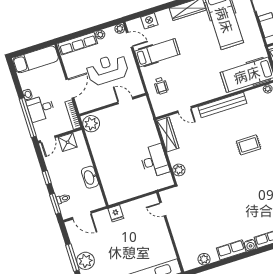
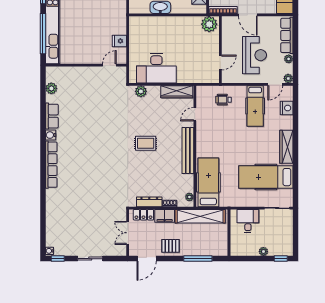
rug: (249, 145) -> (146, 143), moved, turned 90
desk: (154, 161) -> (156, 68), width x1.36, depth x1.30
fridge: (116, 213) -> (119, 41), moved

